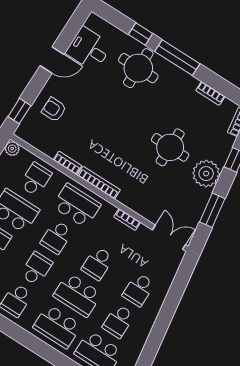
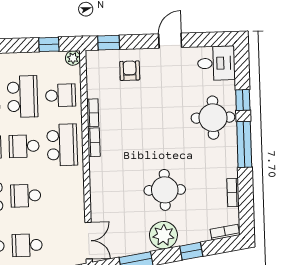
desk: (89, 49) -> (216, 63), moved, turned 90
door: (52, 60) -> (170, 41), swing flipped
bookcase: (99, 183) -> (94, 142), width x0.64
bookcase: (127, 220) -> (79, 195), removed

